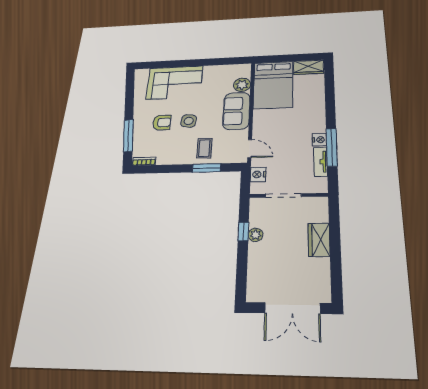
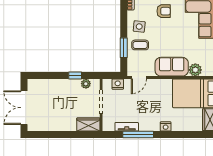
side table: (189, 121) -> (139, 27), moved
armchair: (162, 123) -> (164, 11), turned -90
nightstand: (319, 140) -> (166, 126), moved
plant: (256, 235) -> (86, 84), moved
wardrobe: (319, 240) -> (88, 125), moved

